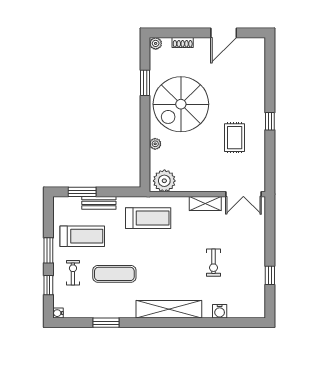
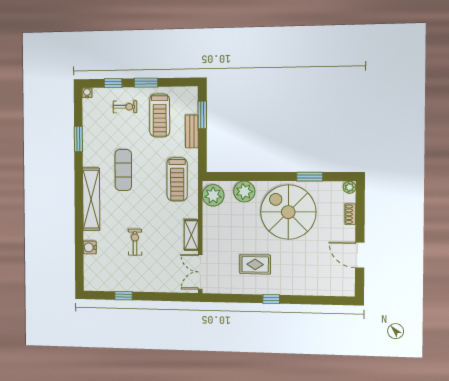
plant: (155, 144) -> (244, 191), width x1.88, depth x1.88
exercise bike: (213, 263) -> (135, 242), turned 90
exercise mat: (114, 274) -> (123, 170), moved

